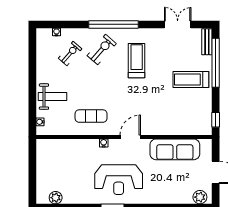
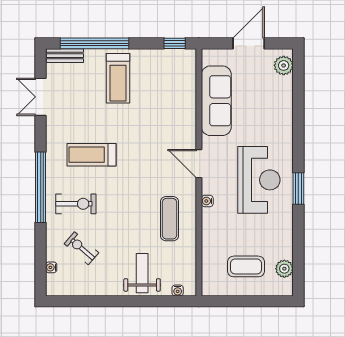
exercise bike: (102, 50) -> (76, 204), turned 139
coffee table: (57, 170) -> (246, 266), added

